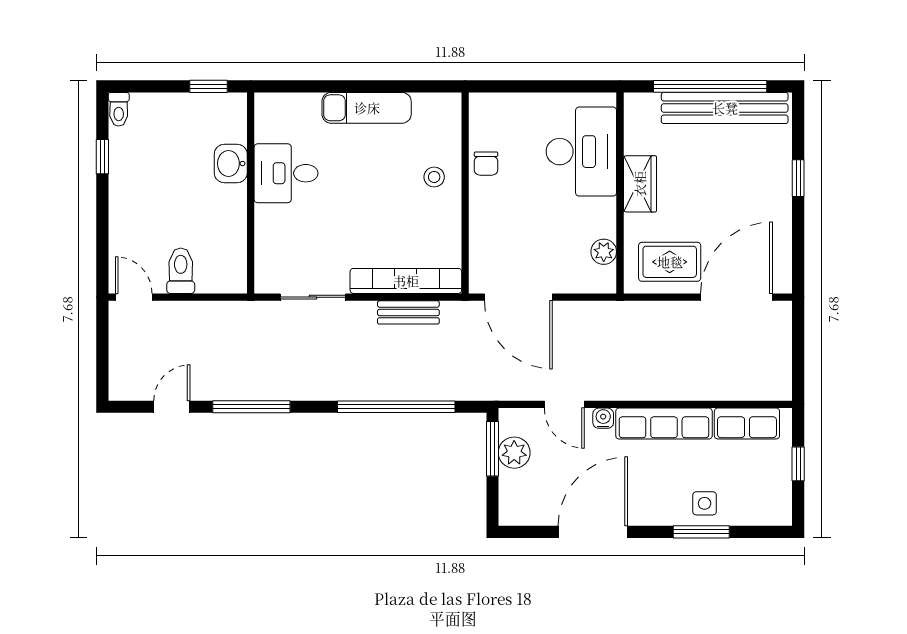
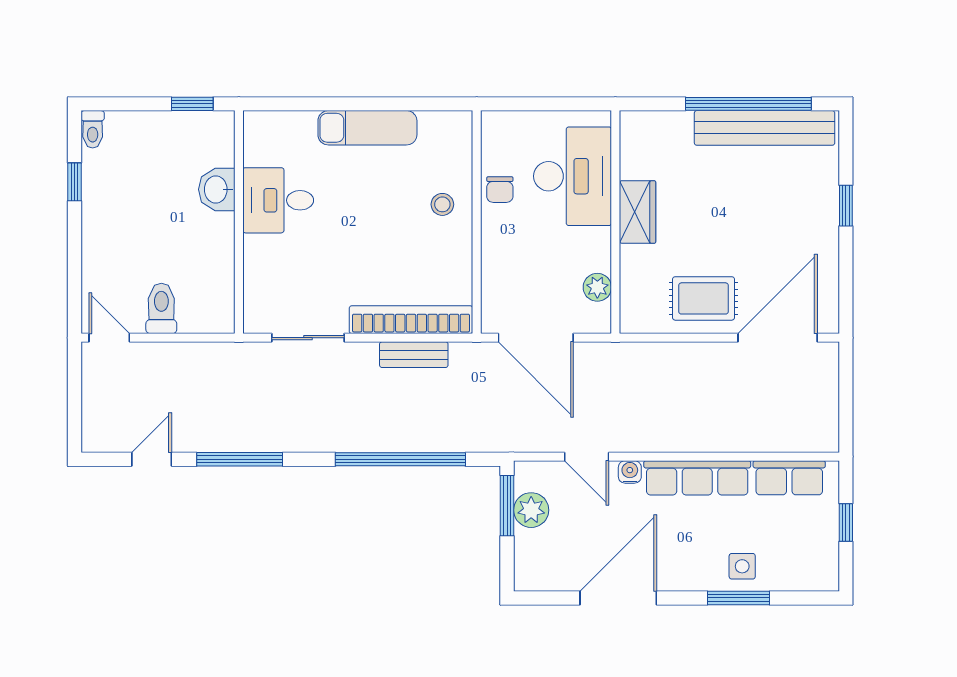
desk: (581, 152) -> (573, 176), moved
wardrobe: (640, 184) -> (638, 212), moved
wall: (620, 193) -> (615, 222), moved
plant: (604, 252) -> (597, 287), moved

